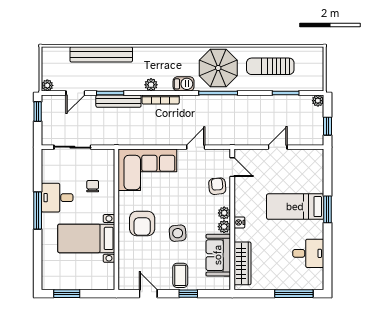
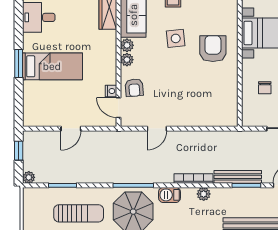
corner sofa: (147, 170) -> (207, 105), removed
nightstand: (239, 222) -> (111, 91), moved

